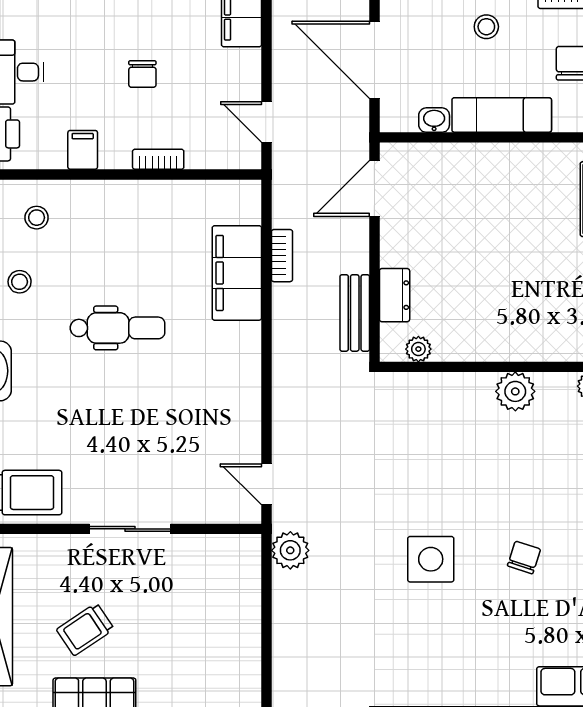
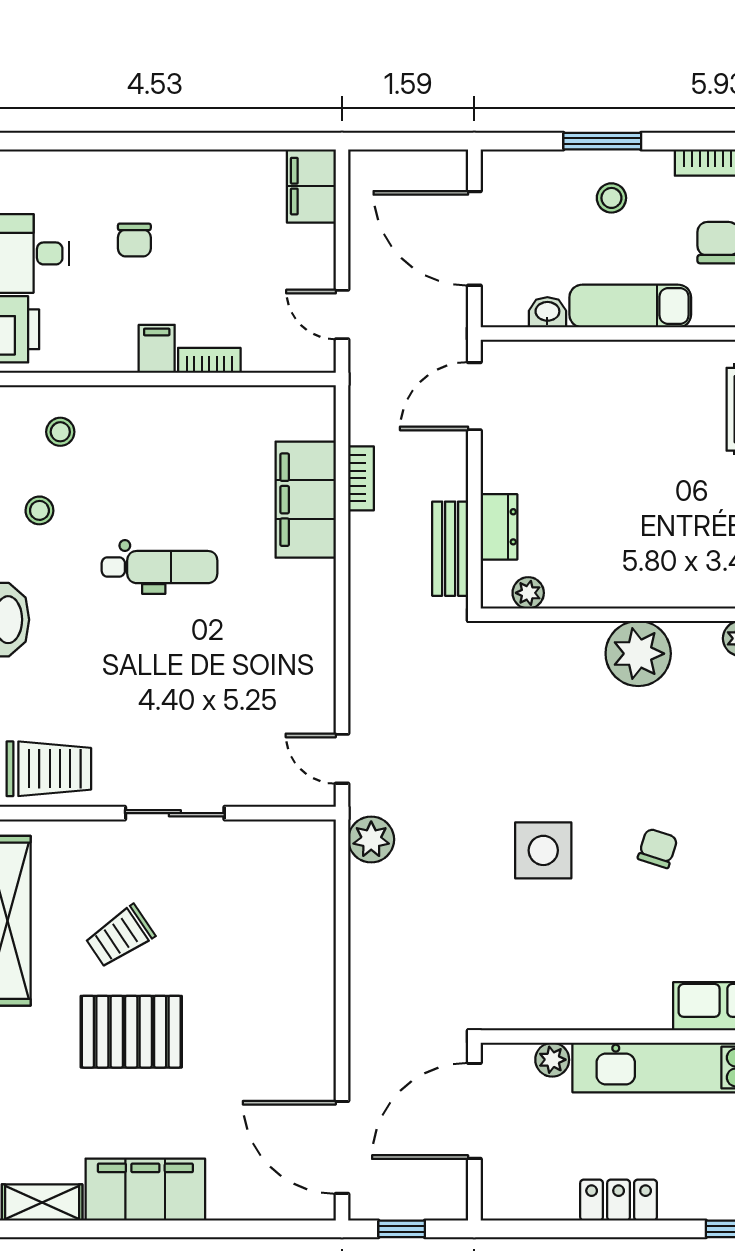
chair: (142, 74) -> (134, 240), moved
filing cabinet: (83, 150) -> (157, 349), moved
plant: (515, 391) -> (638, 654), width x1.36, depth x1.36

